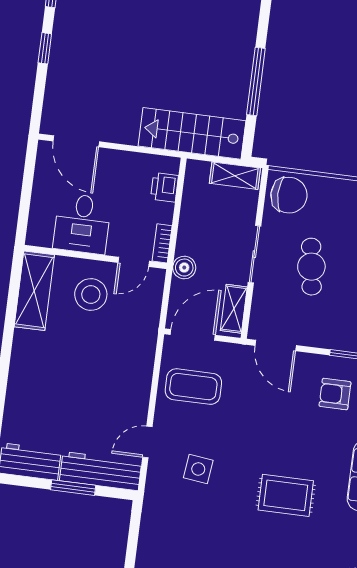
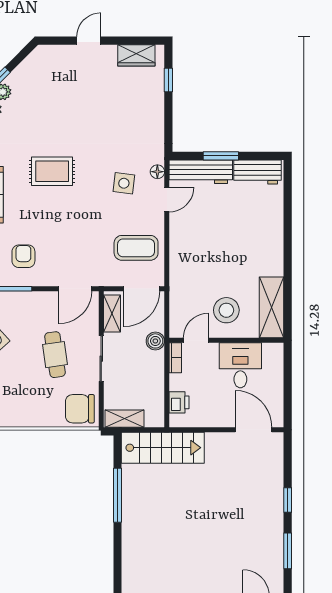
door: (276, 345) -> (75, 289), swing flipped
armchair: (335, 394) -> (23, 256), turned -90
floor lamp: (155, 478) -> (157, 172), added

